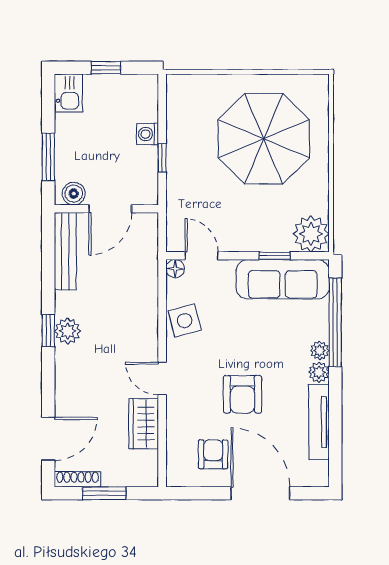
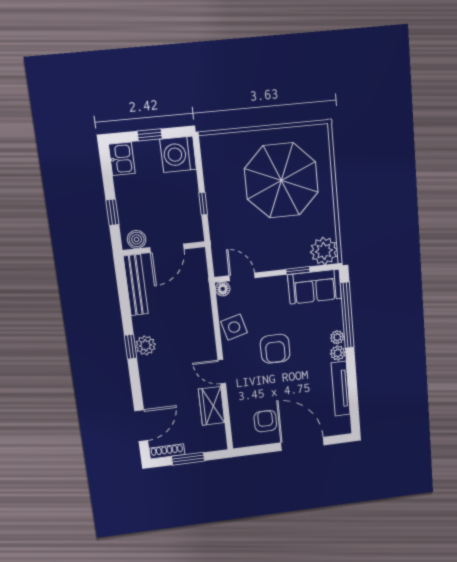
washing machine: (148, 134) -> (178, 154), moved, width x1.89, depth x1.89
window: (48, 157) -> (112, 212), width x0.67
sofa: (283, 279) -> (315, 287), width x0.73
armchair: (242, 394) -> (275, 349), moved

